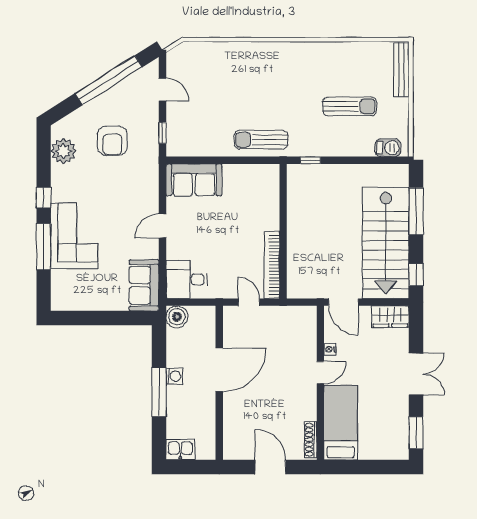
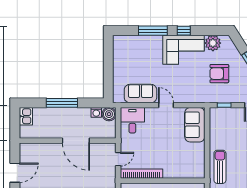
corner sofa: (74, 236) -> (183, 50), moved
sofa: (144, 285) -> (140, 94), moved
washing machine: (174, 376) -> (96, 112), moved

